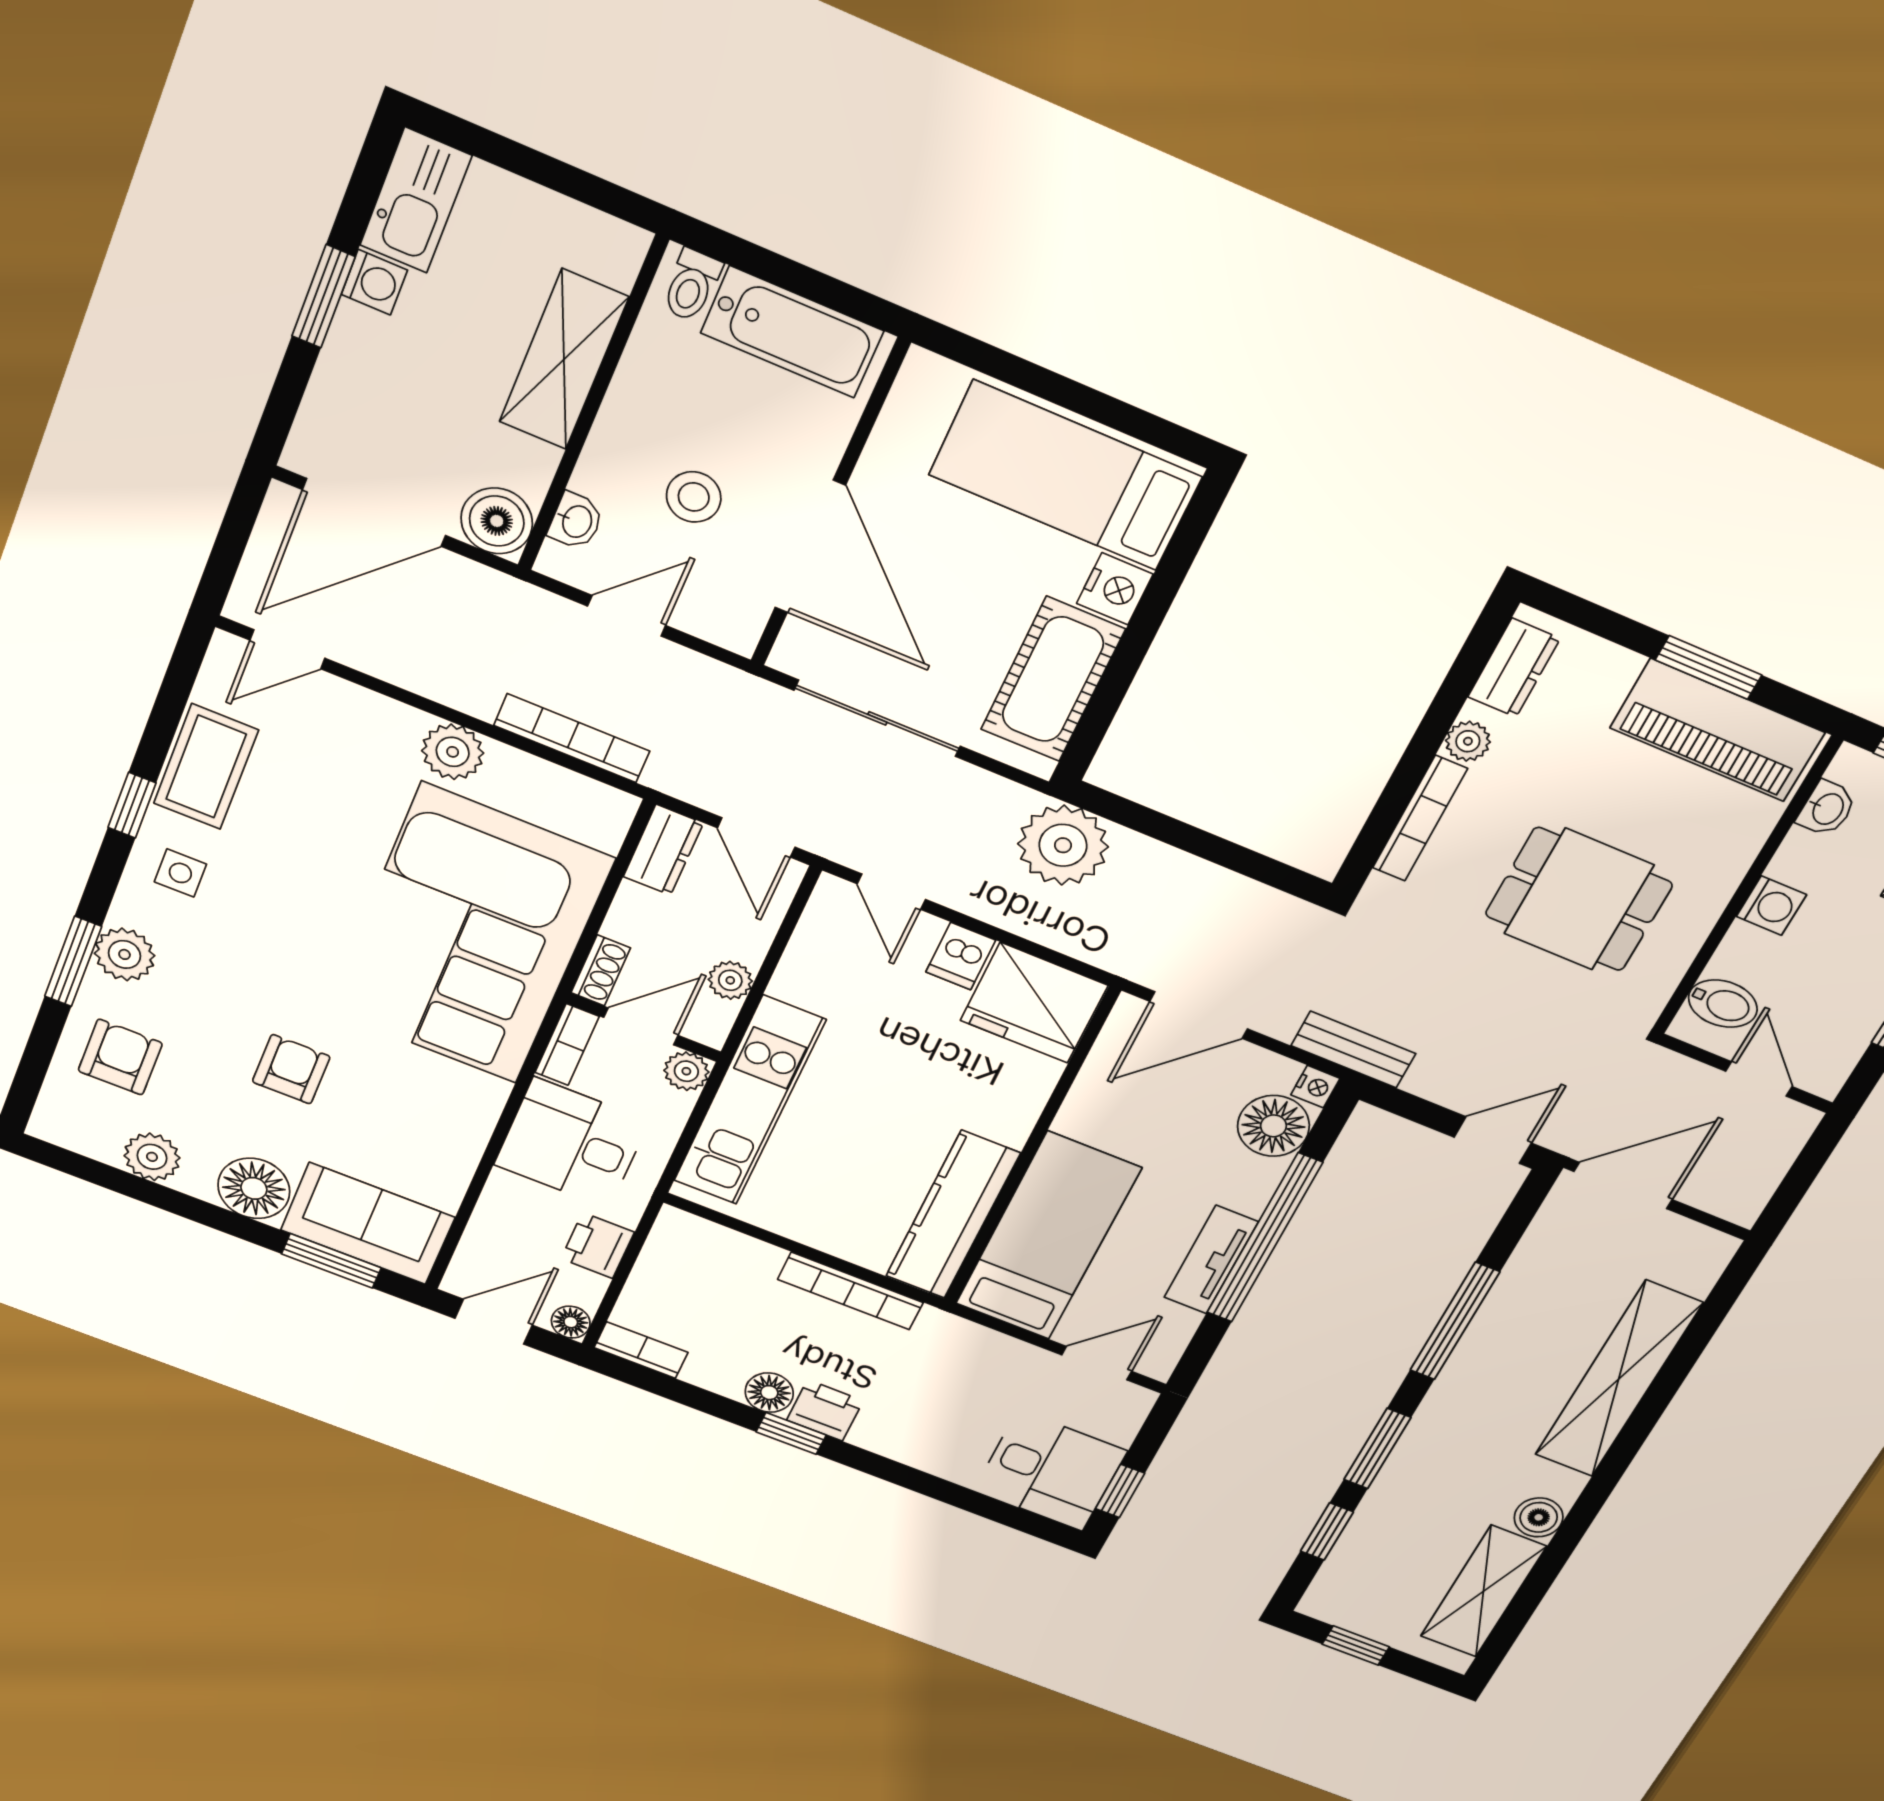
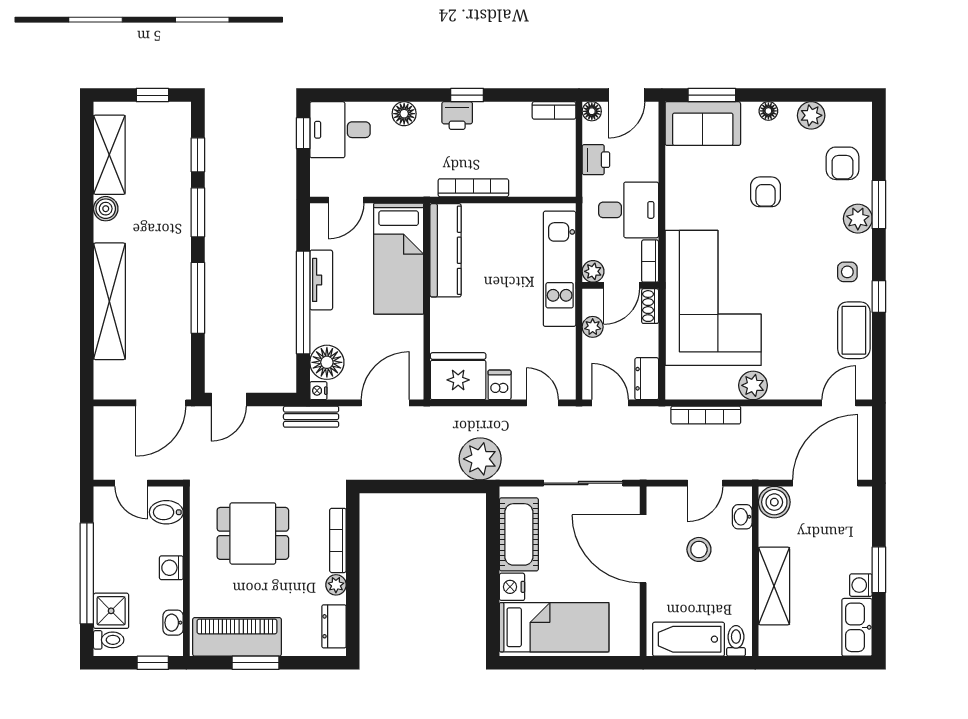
floor lamp: (254, 1188) -> (768, 111), width x0.53, depth x0.53
floor lamp: (769, 1393) -> (404, 114), moved

